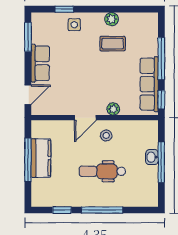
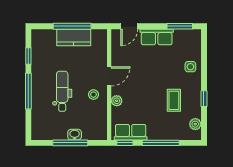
window: (64, 9) -> (204, 99), moved
plant: (112, 19) -> (195, 124), moved
row of seats: (149, 84) -> (131, 132), width x0.68
door: (28, 95) -> (129, 26), hinge flipped
door: (85, 118) -> (109, 76), swing flipped

